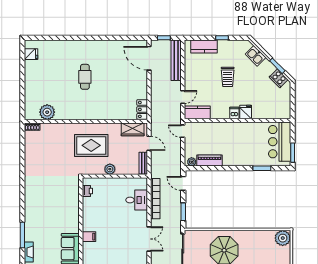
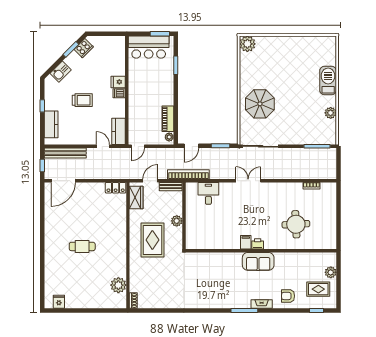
printer: (87, 191) -> (258, 244), moved
bookcase: (155, 199) -> (188, 174), moved

